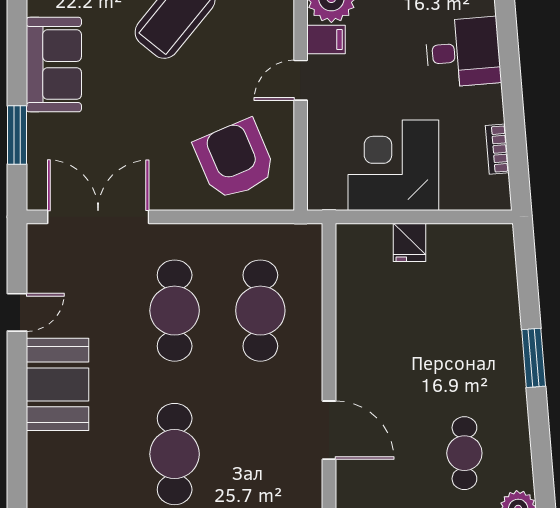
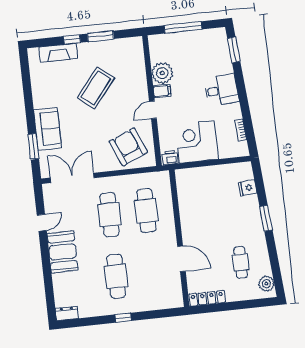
sofa: (54, 65) -> (48, 129), moved
printer: (328, 195) -> (170, 158), added
fridge: (410, 242) -> (248, 188), moved, turned 85

